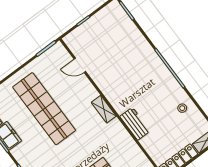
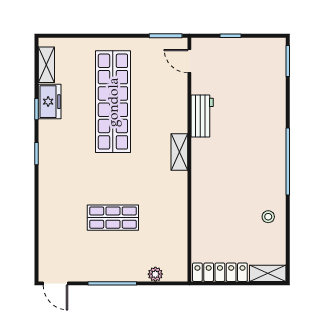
door: (80, 65) -> (189, 61), moved
workbench: (135, 124) -> (202, 116), moved

